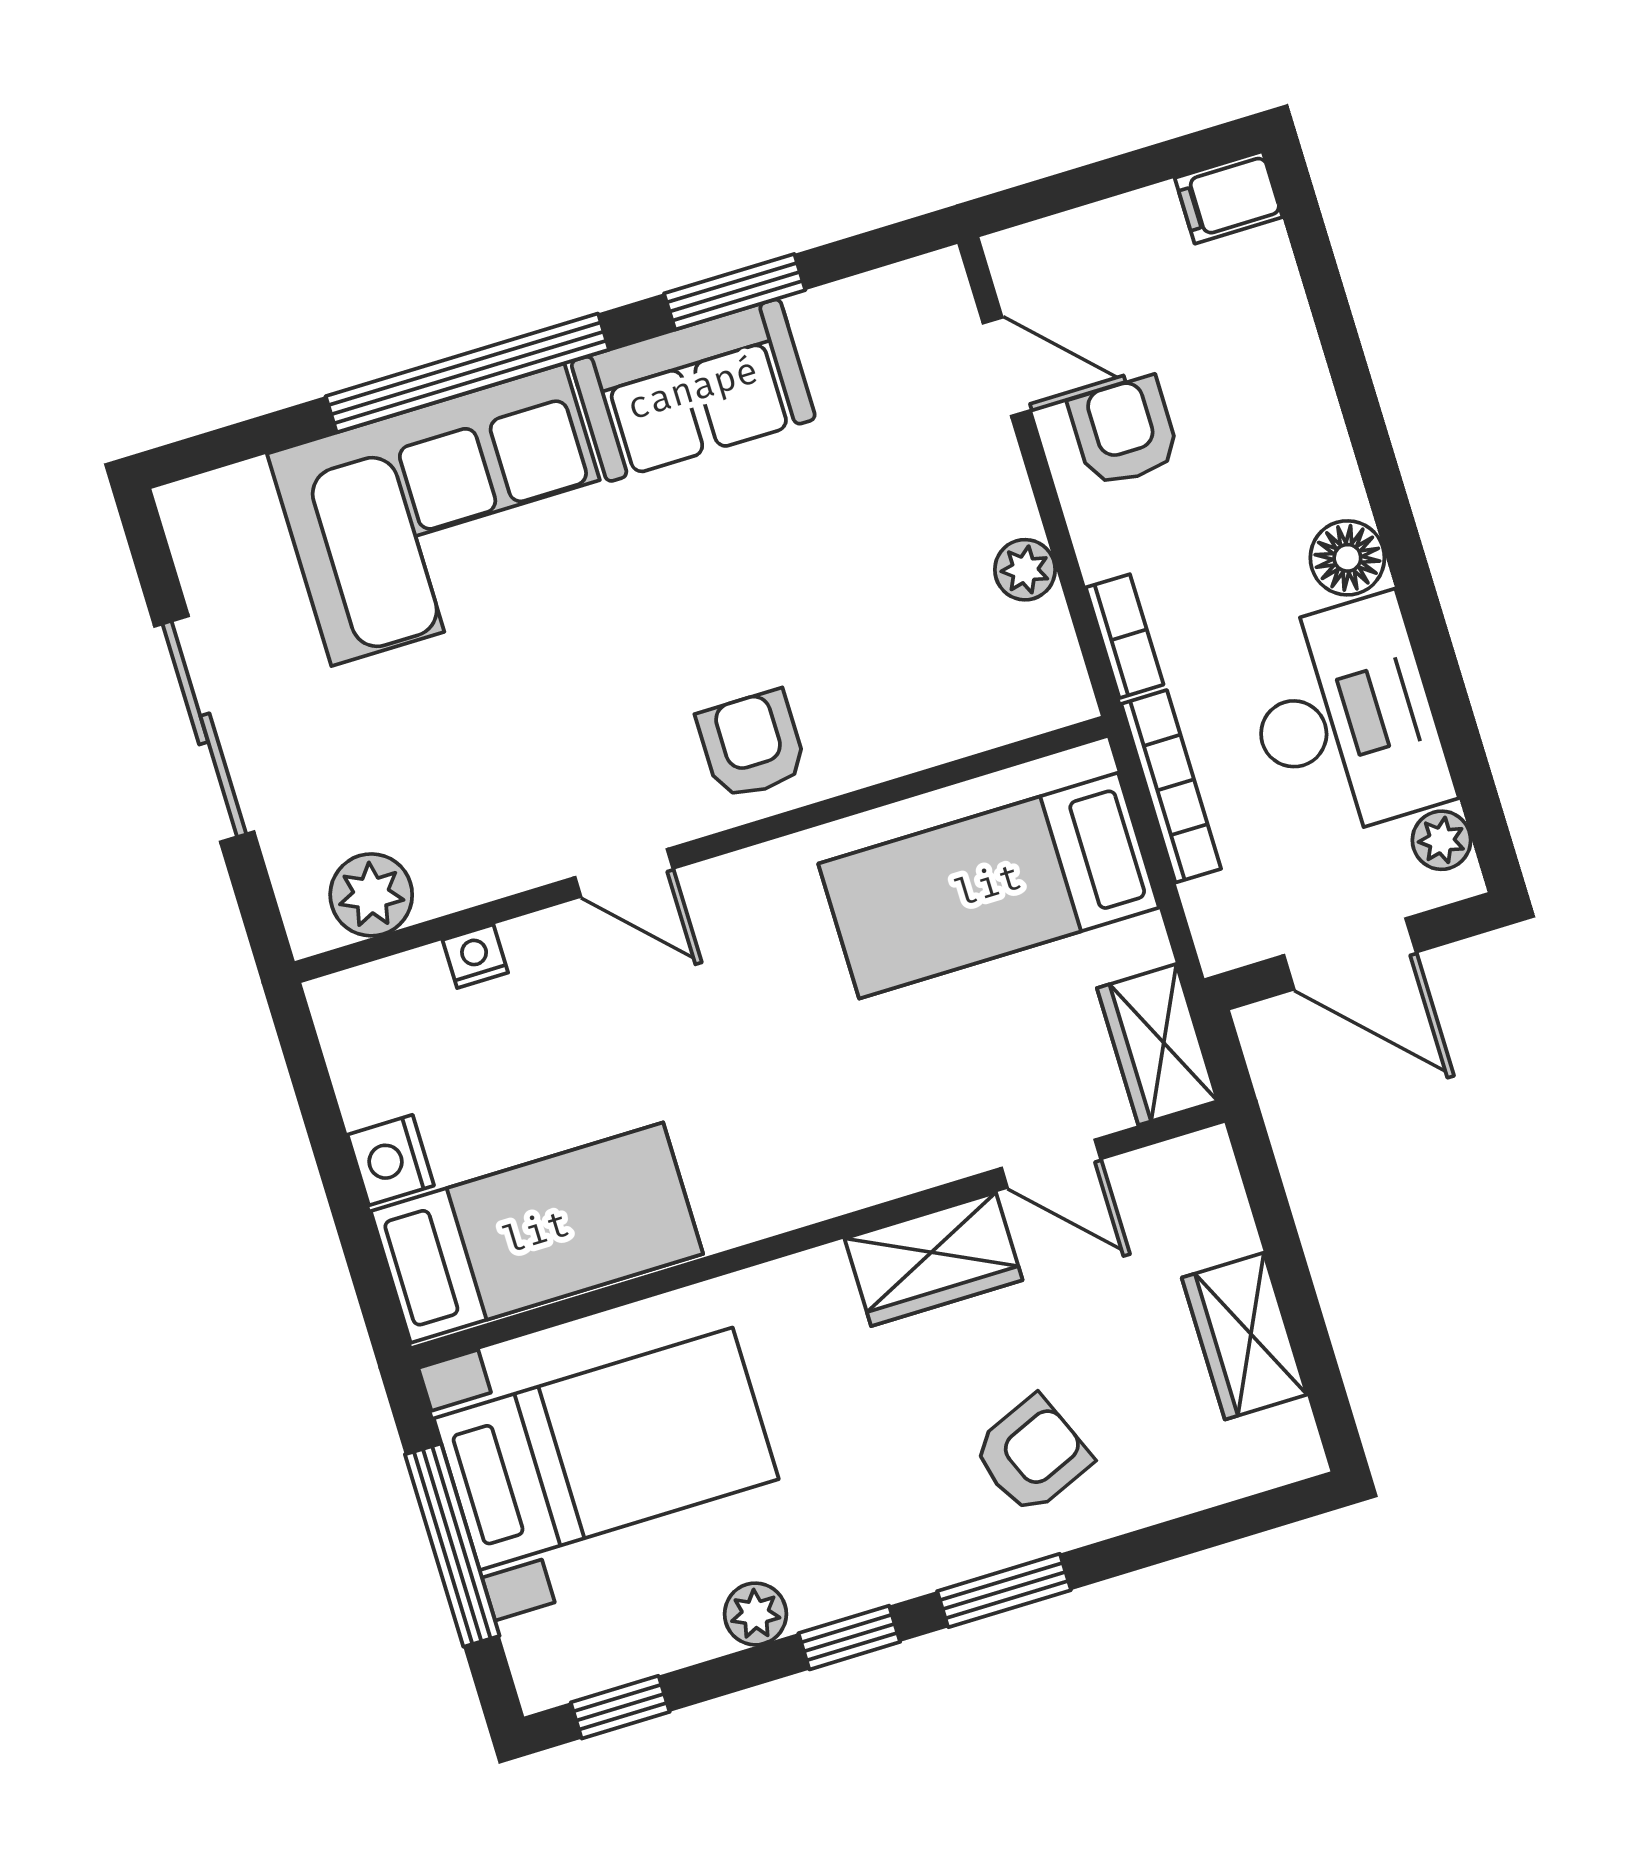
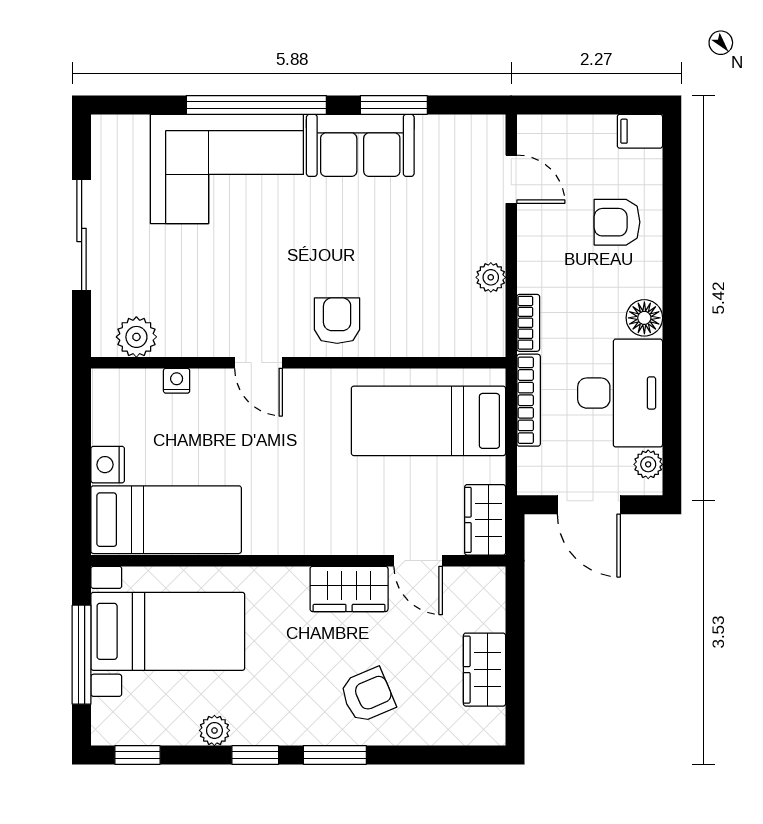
armchair: (1124, 432) -> (617, 222), moved, turned -90

